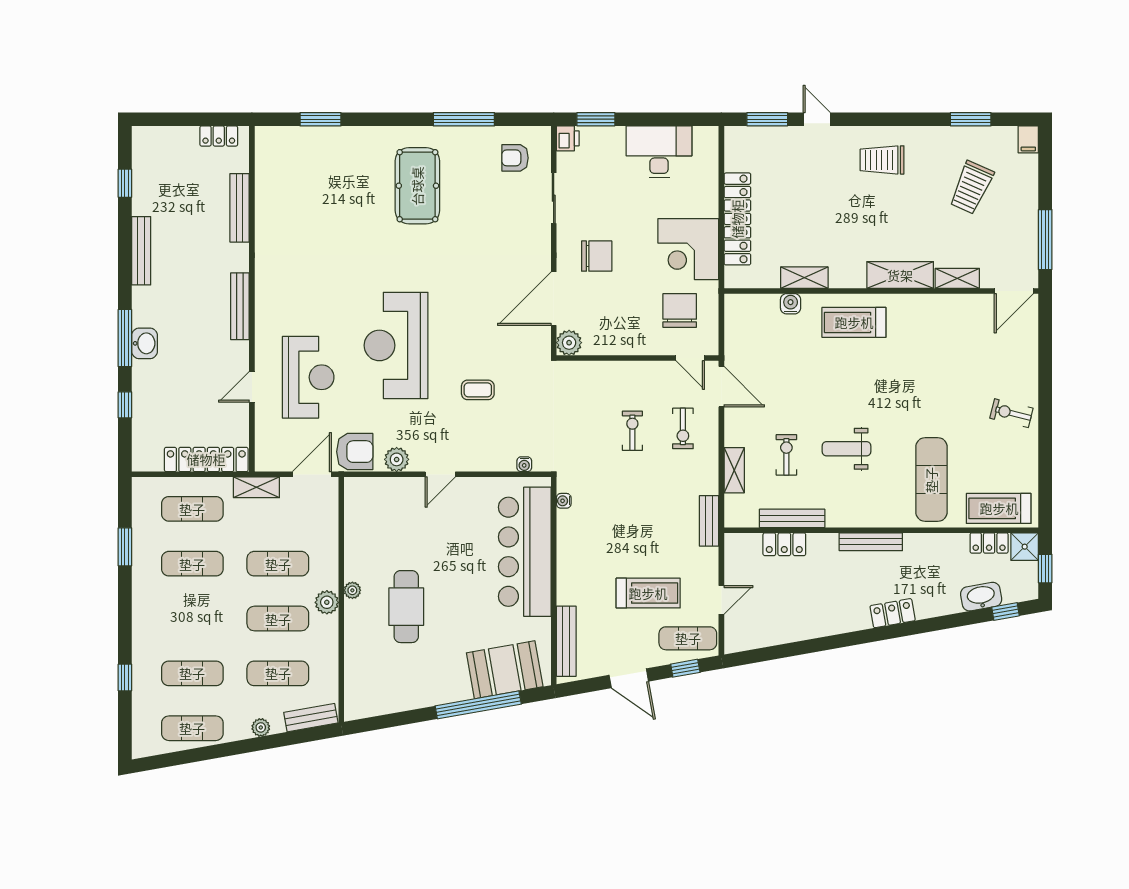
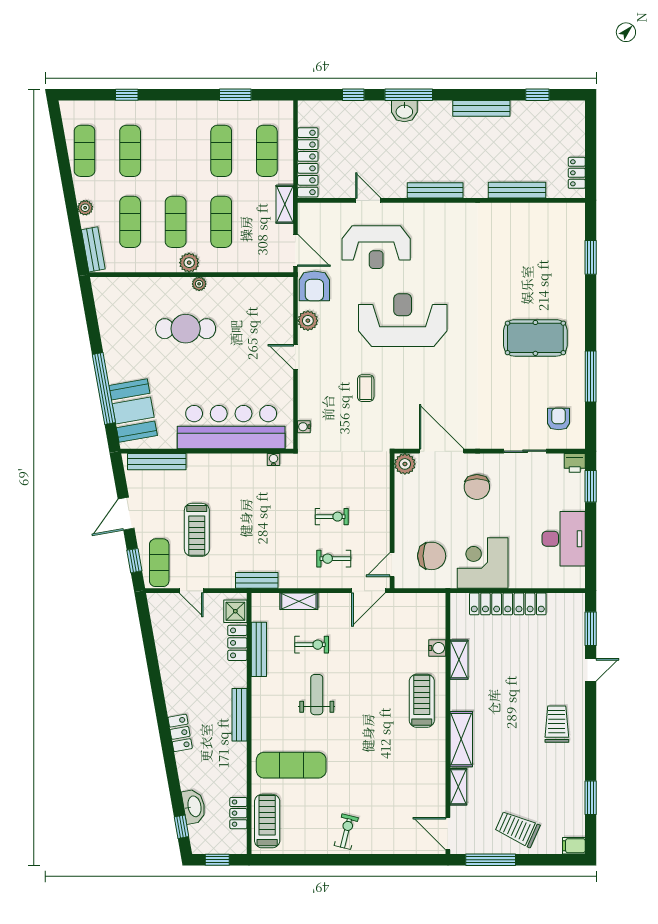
trolley: (971, 187) -> (517, 829), moved
shower: (1025, 547) -> (235, 611), moved

